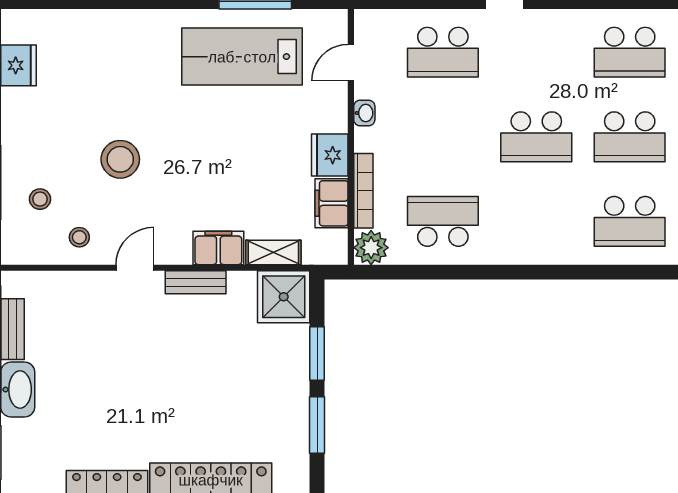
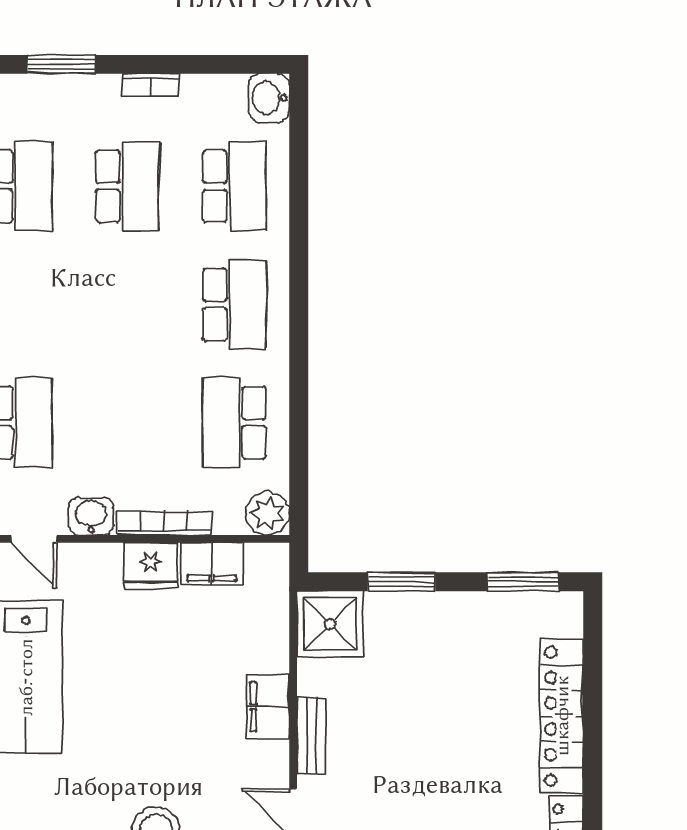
washbasin: (364, 113) -> (91, 516), width x1.38, depth x1.45
school desk: (536, 137) -> (234, 304), moved
bookcase: (363, 191) -> (164, 523), moved
shelving: (273, 252) -> (274, 637), removed
window: (317, 425) -> (523, 582), moved

